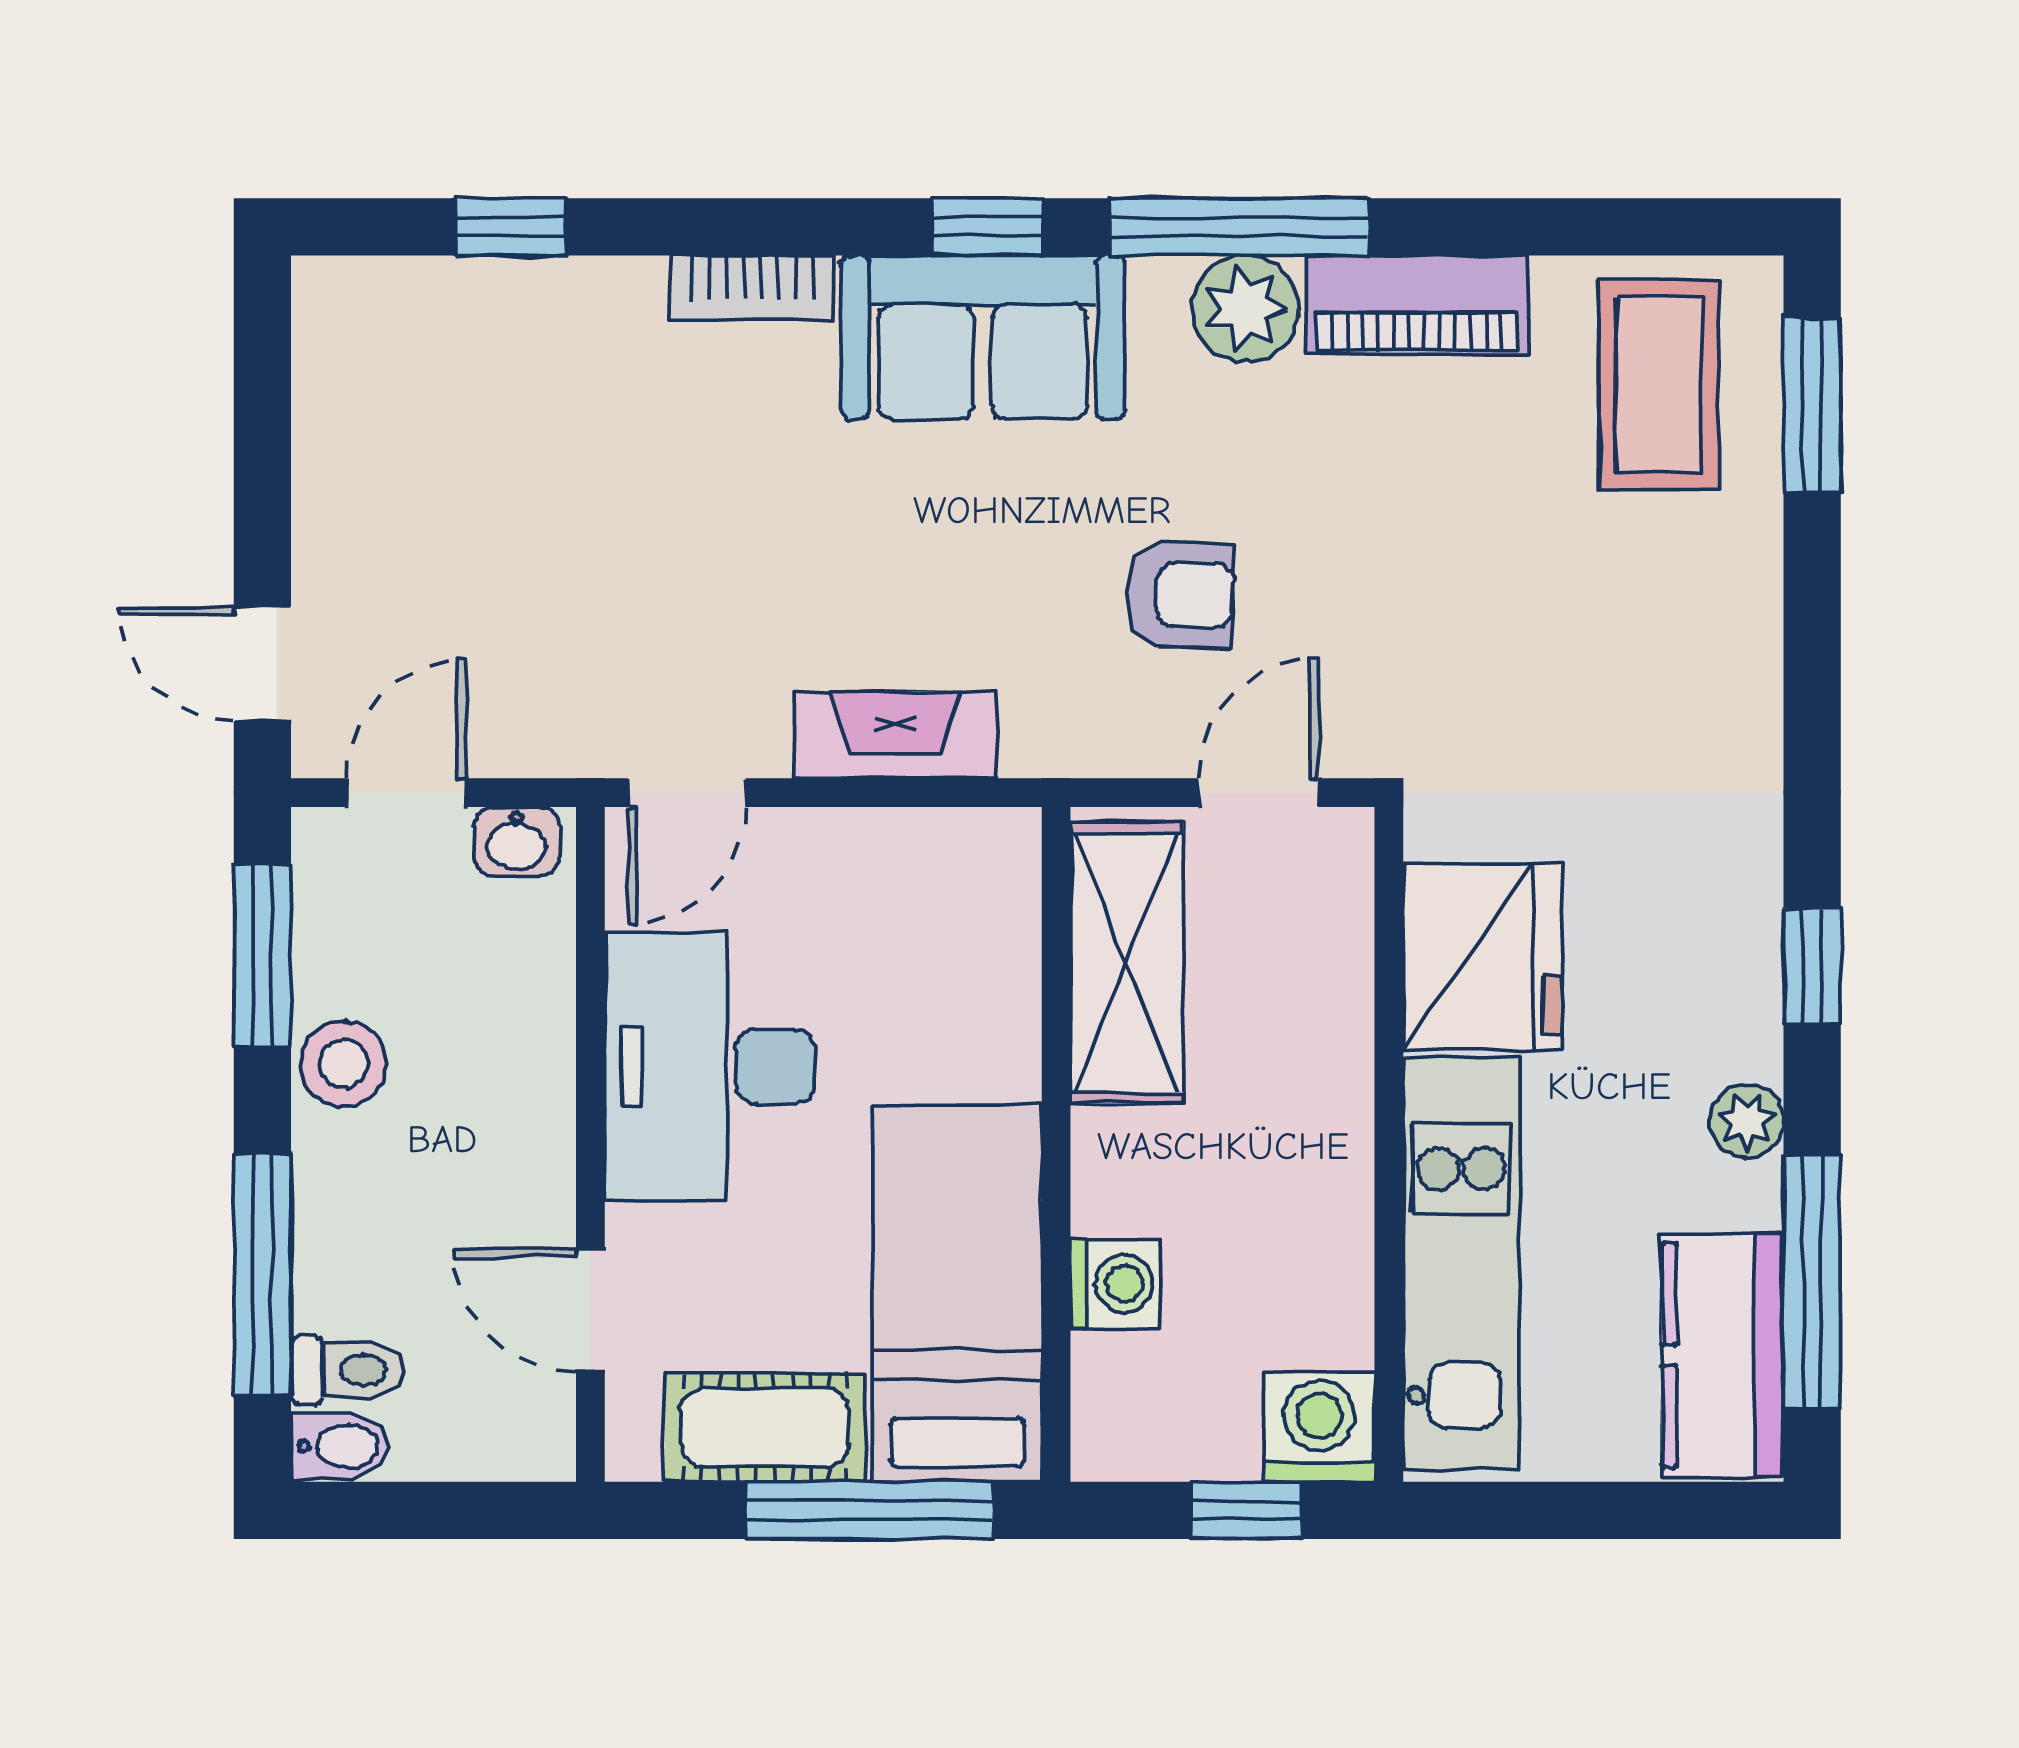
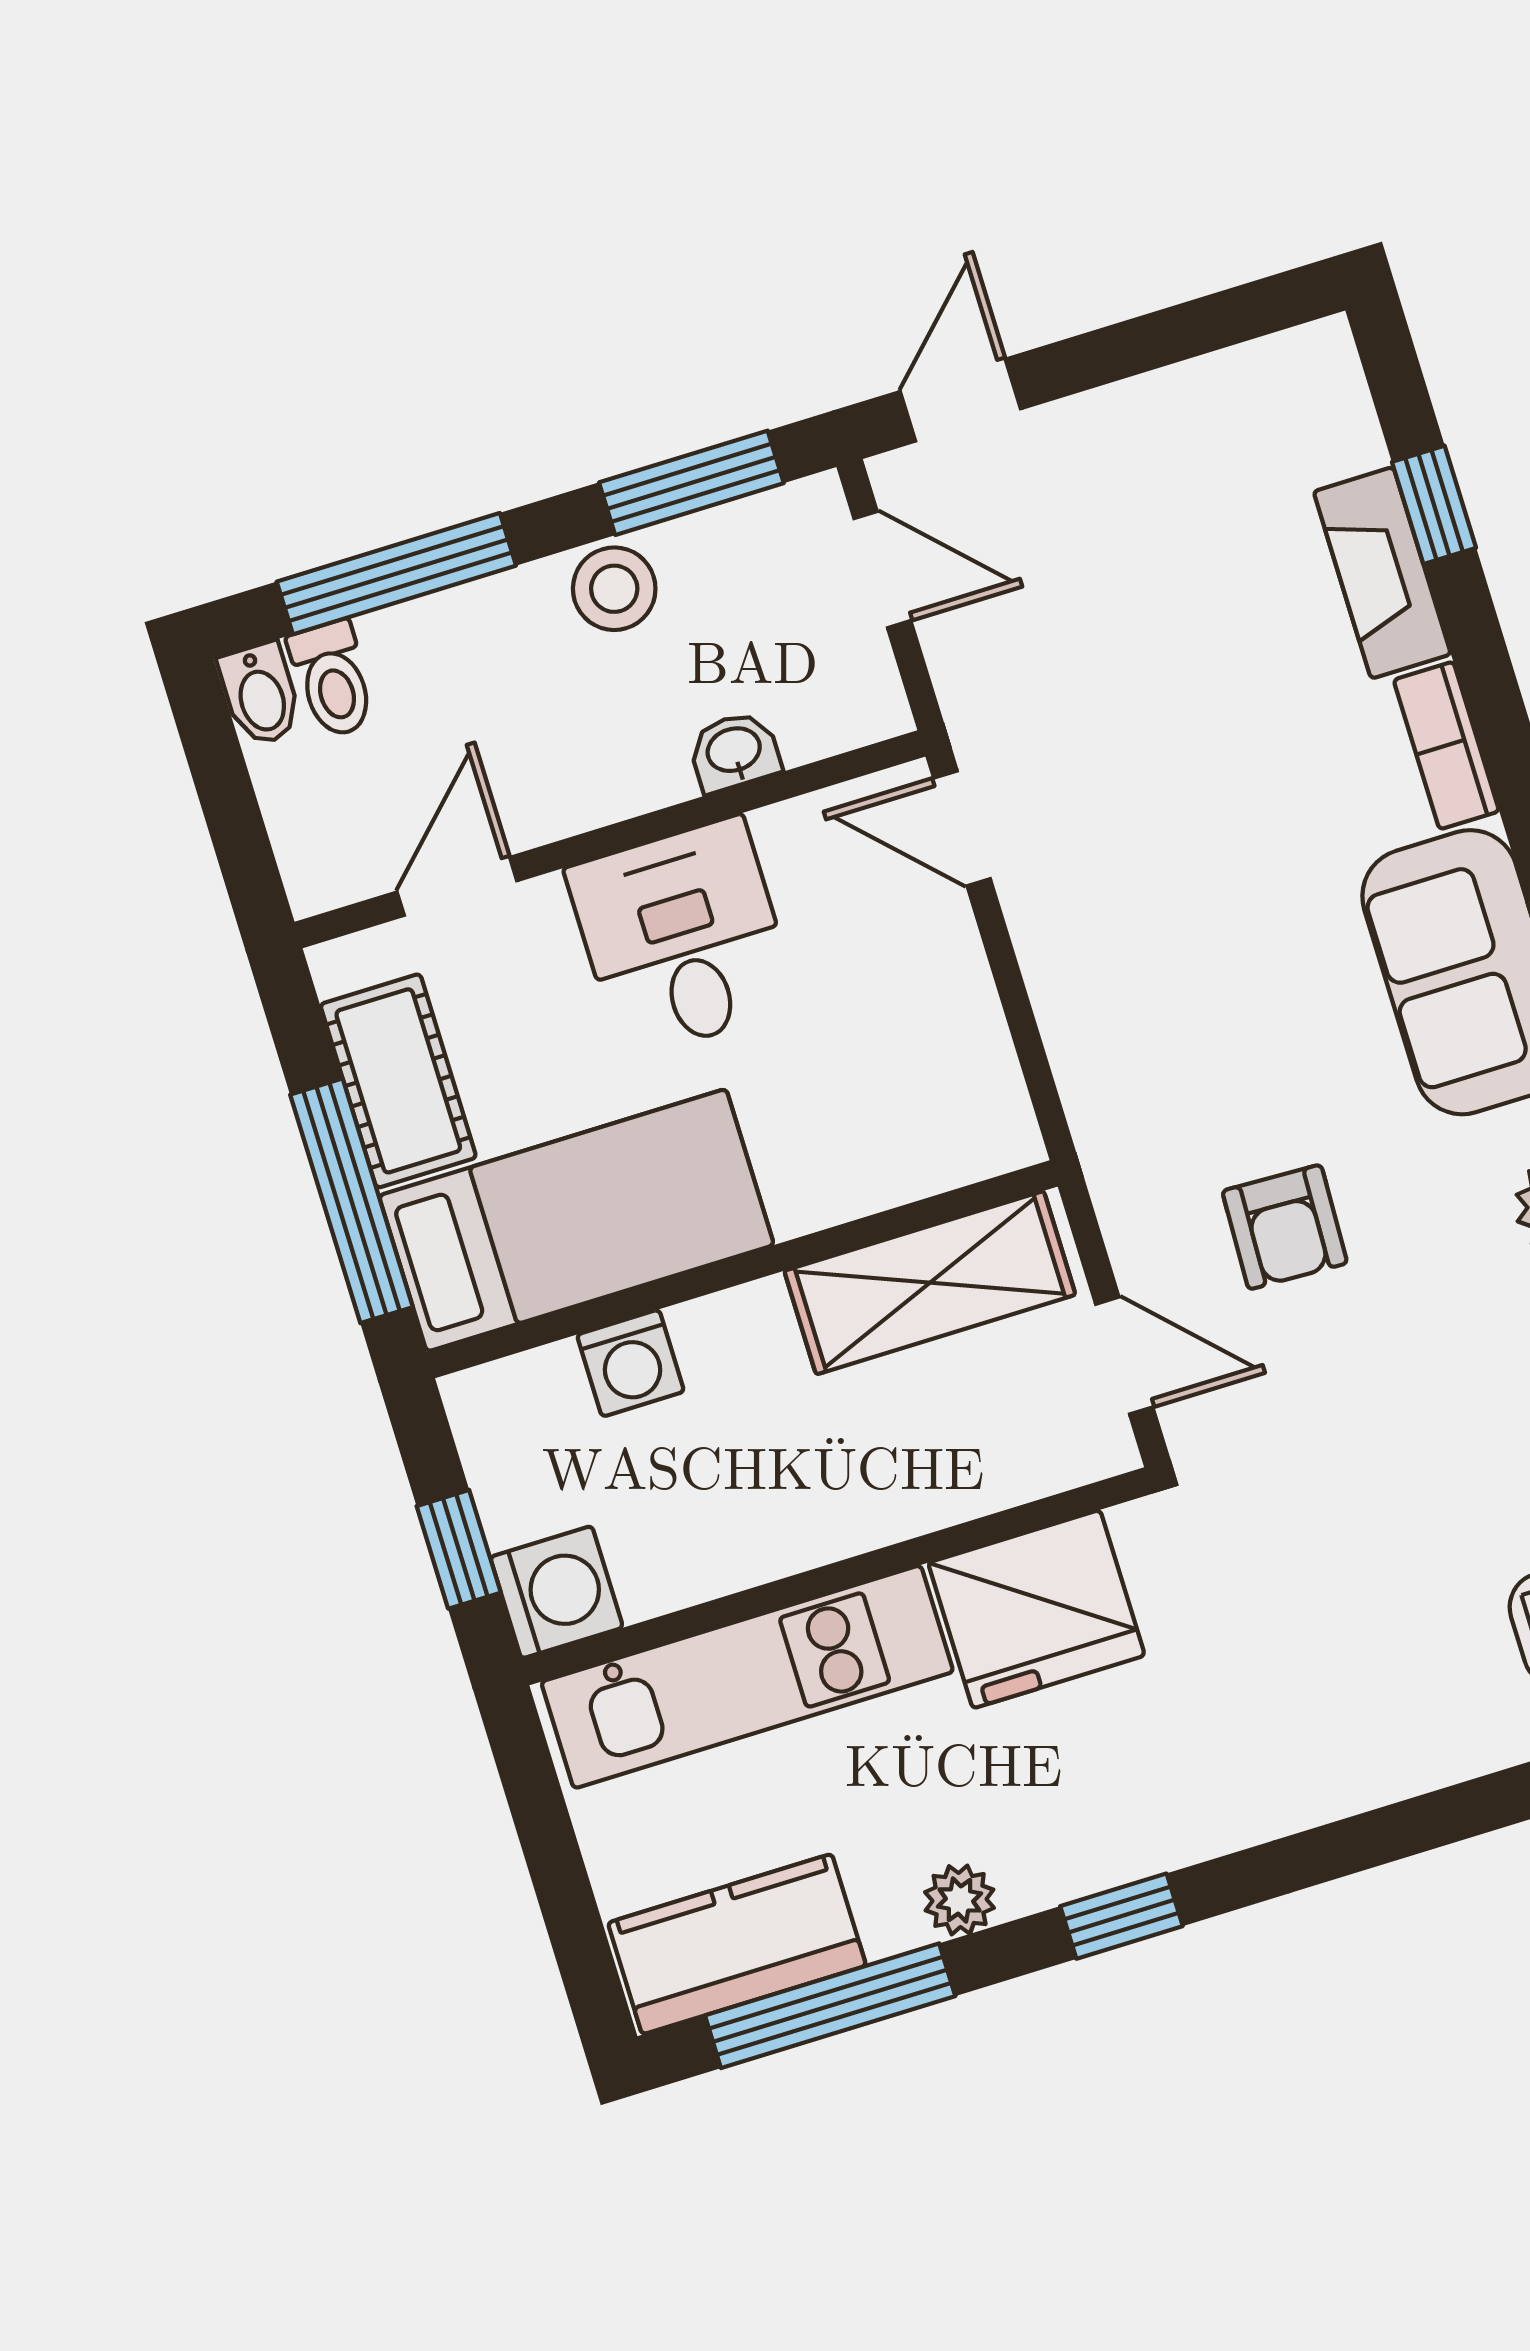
fireplace: (895, 735) -> (1382, 573), moved, turned 180
washbasin: (517, 842) -> (734, 752), moved, turned 90
desk: (710, 1066) -> (682, 938), width x0.73

